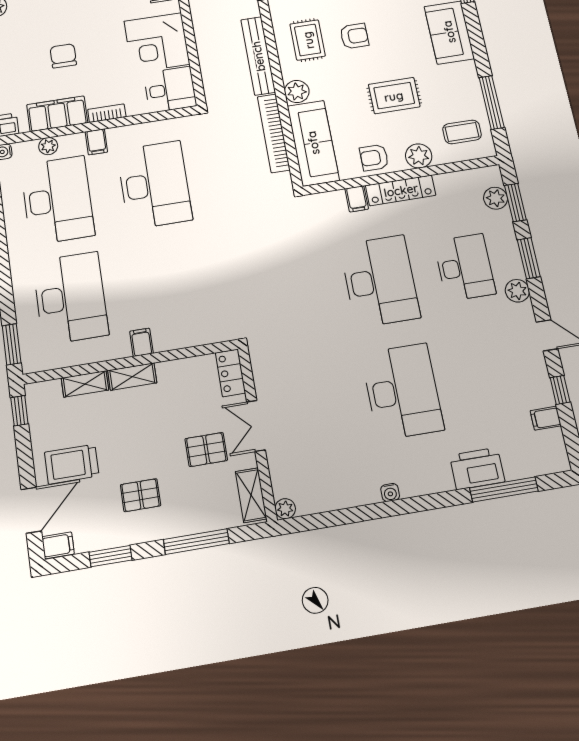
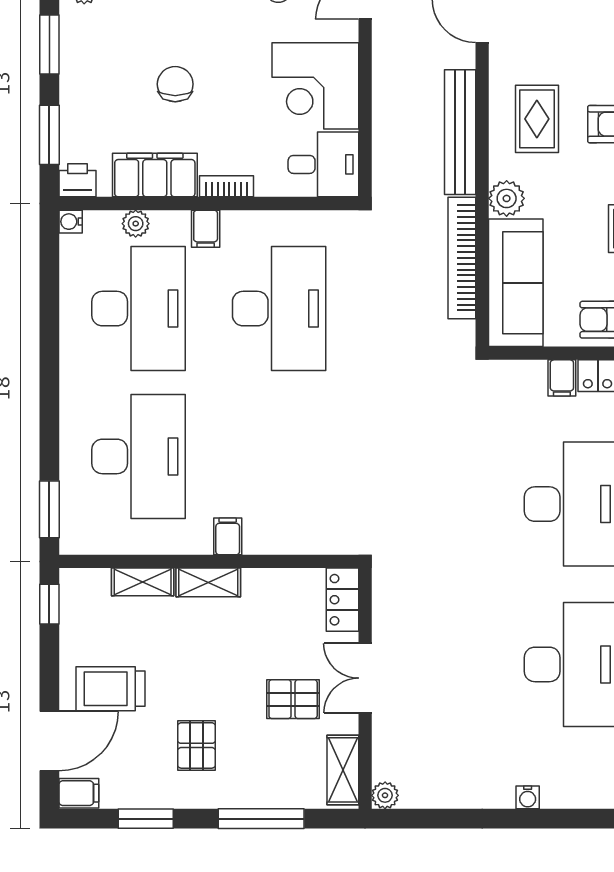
pallet: (141, 495) -> (196, 745), turned 90

